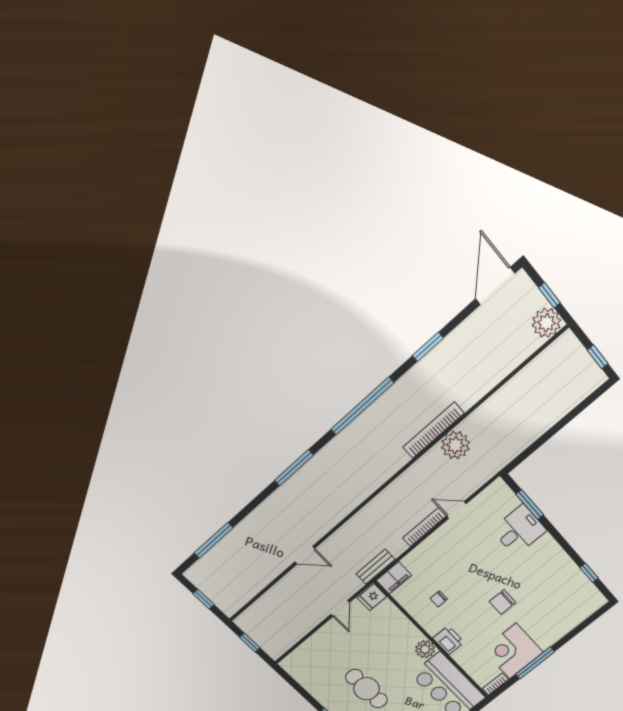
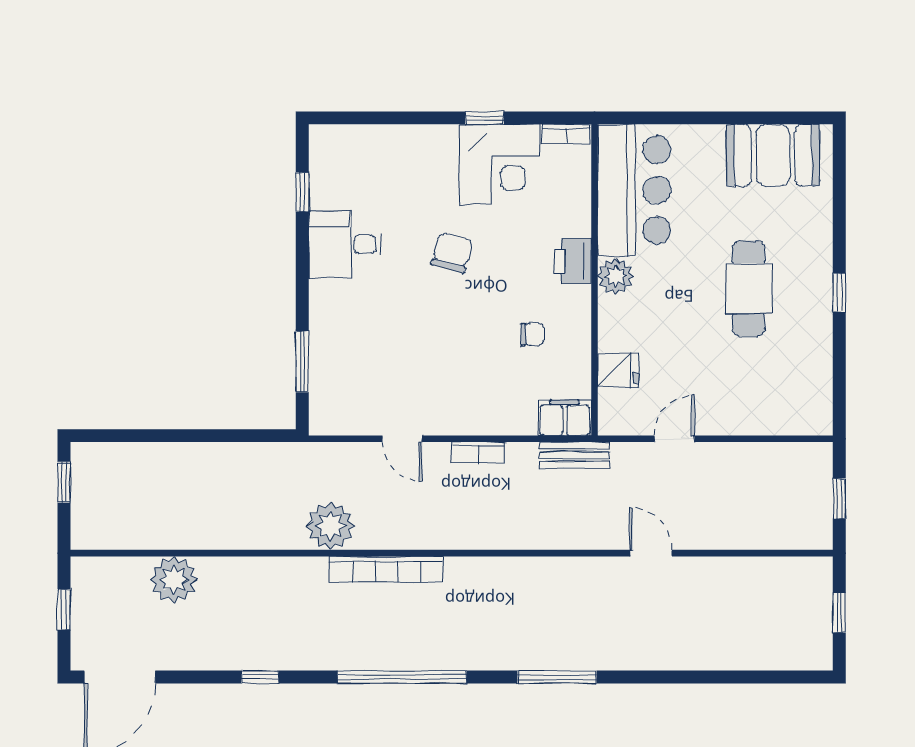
plant: (546, 323) -> (174, 580), moved
window: (428, 347) -> (260, 677), width x0.67
bookcase: (433, 430) -> (386, 569), moved
bookcase: (424, 527) -> (478, 453), width x0.64
desk: (519, 530) -> (345, 244), moved
window: (213, 540) -> (748, 677), removed
fridge: (372, 597) -> (618, 369), moved
chair: (502, 602) -> (452, 253), turned -75
window: (535, 663) -> (485, 118), width x0.46

